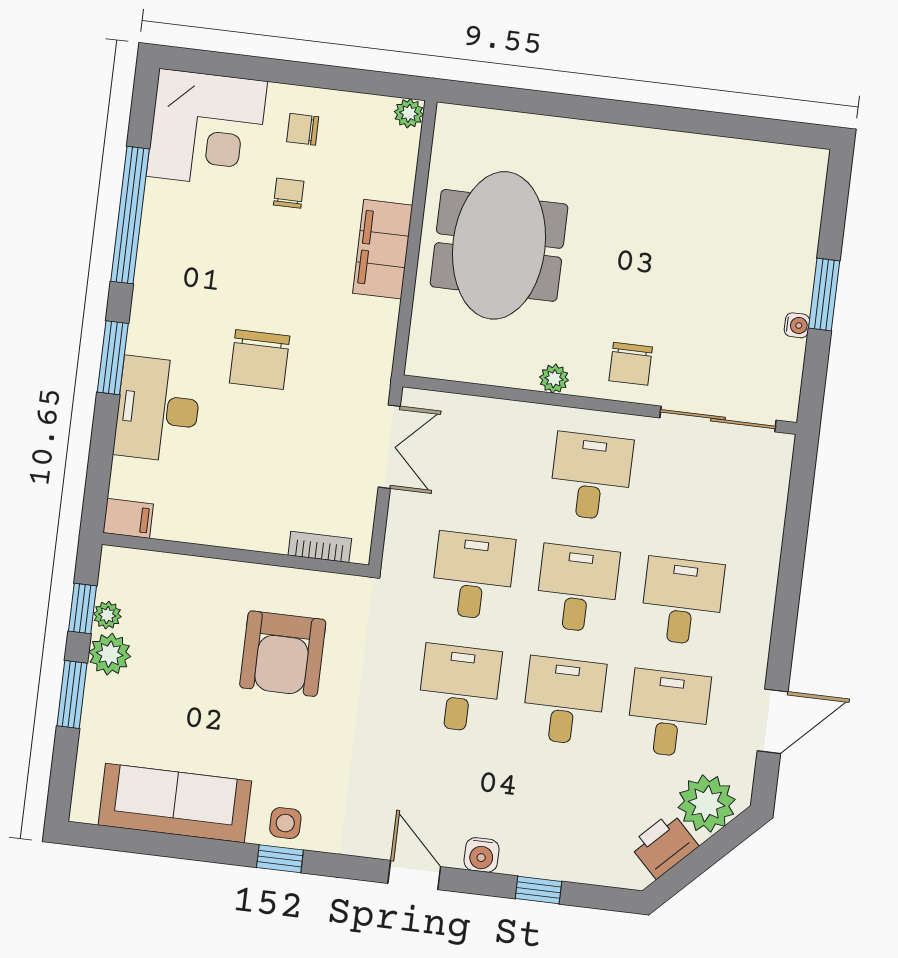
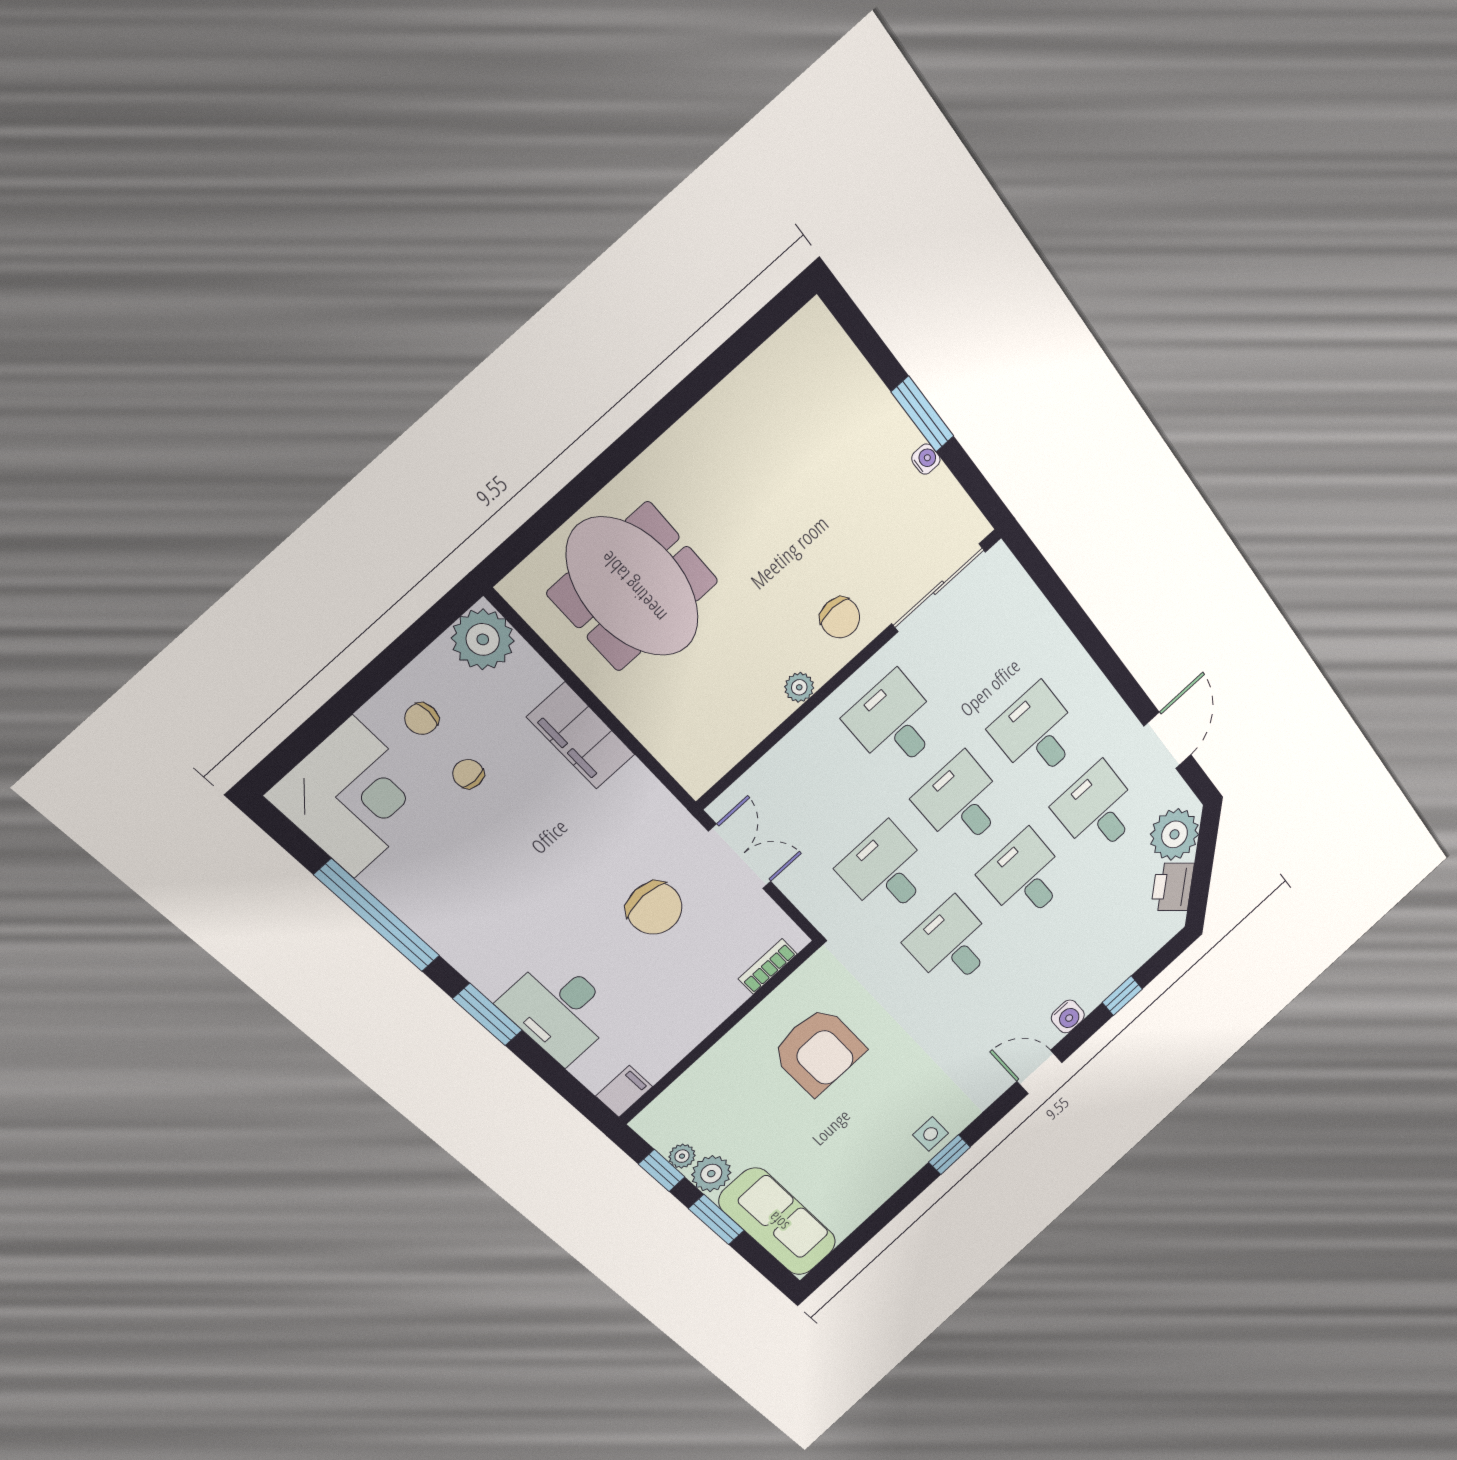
plant: (409, 113) -> (483, 639), width x1.87, depth x1.87
meeting table: (499, 245) -> (633, 587), moved
chair: (260, 360) -> (654, 908), moved
sofa: (175, 803) -> (778, 1222), moved, turned 90

